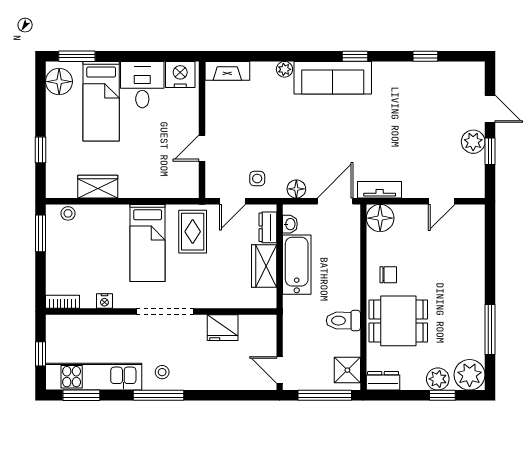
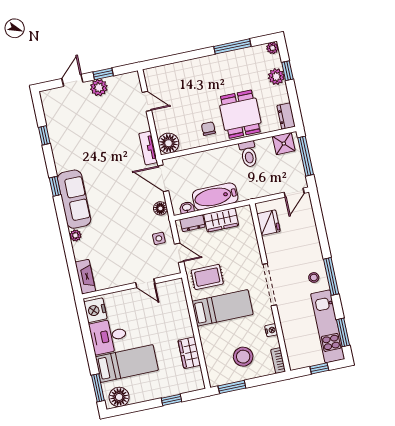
stool: (68, 213) -> (243, 357), moved, width x1.89, depth x1.89
fridge: (223, 328) -> (268, 223), moved
plant: (470, 375) -> (272, 48), width x0.53, depth x0.53

